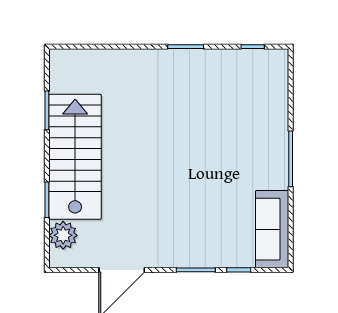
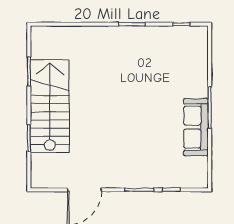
sofa: (272, 229) -> (196, 127), moved
plant: (63, 235) -> (41, 164), removed

